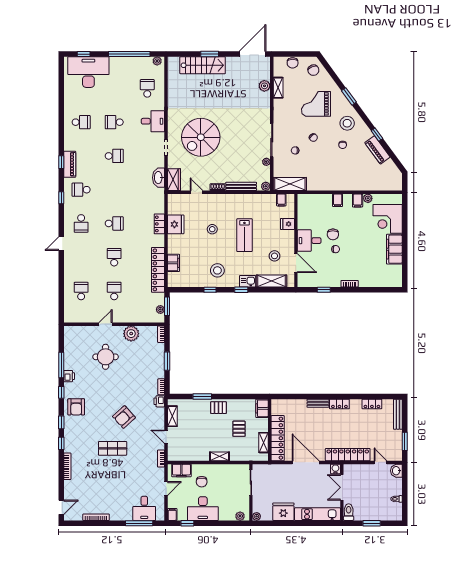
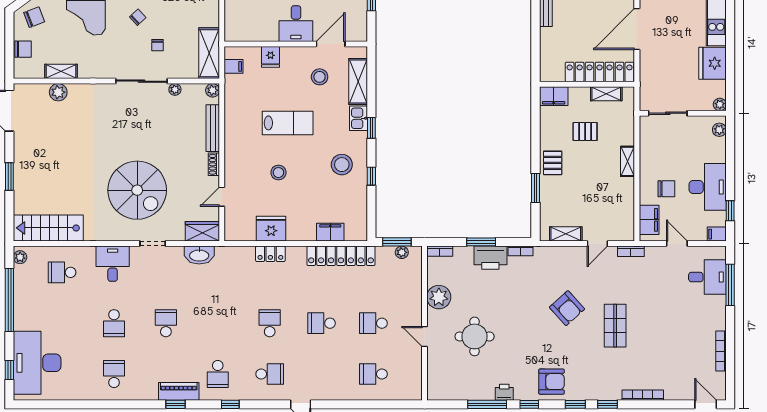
stairs: (203, 65) -> (48, 228), moved, turned -90
printer: (159, 401) -> (490, 258), moved, width x1.87, depth x1.48

